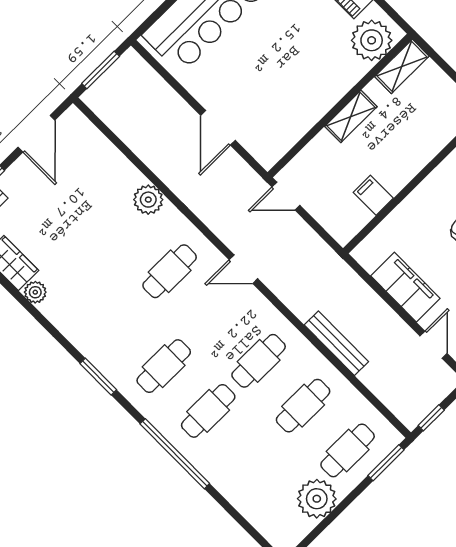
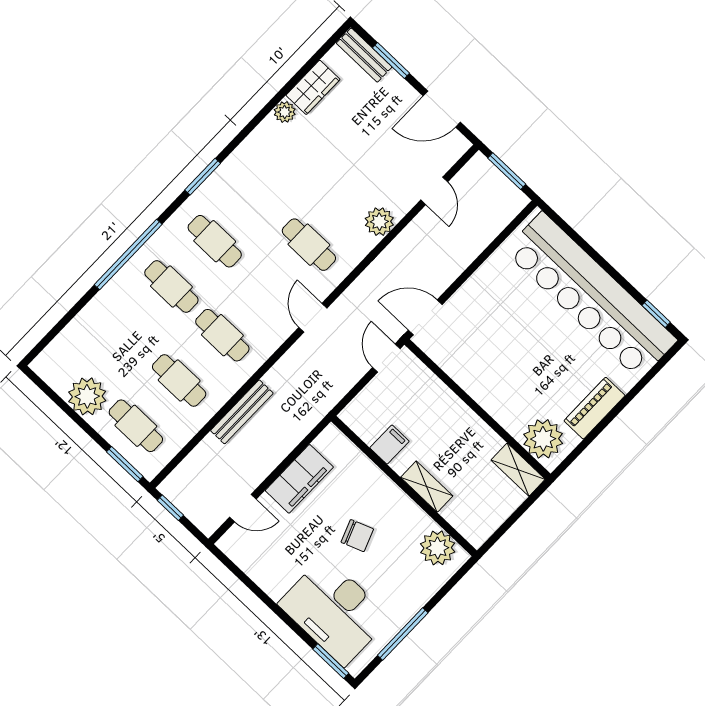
shelving: (351, 116) -> (427, 487), moved
door: (218, 128) -> (425, 317), moved
door: (119, 144) -> (434, 191), added

